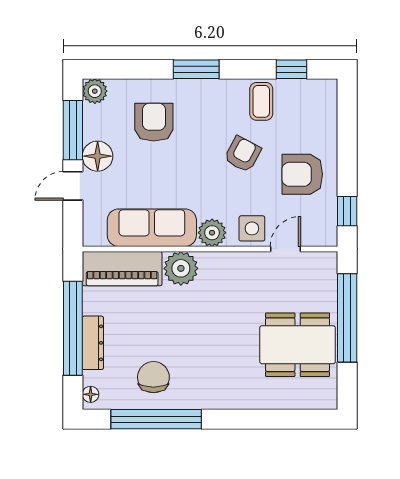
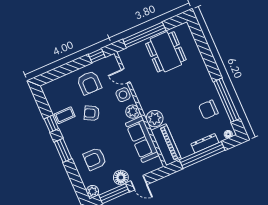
window: (292, 69) -> (51, 124), moved

